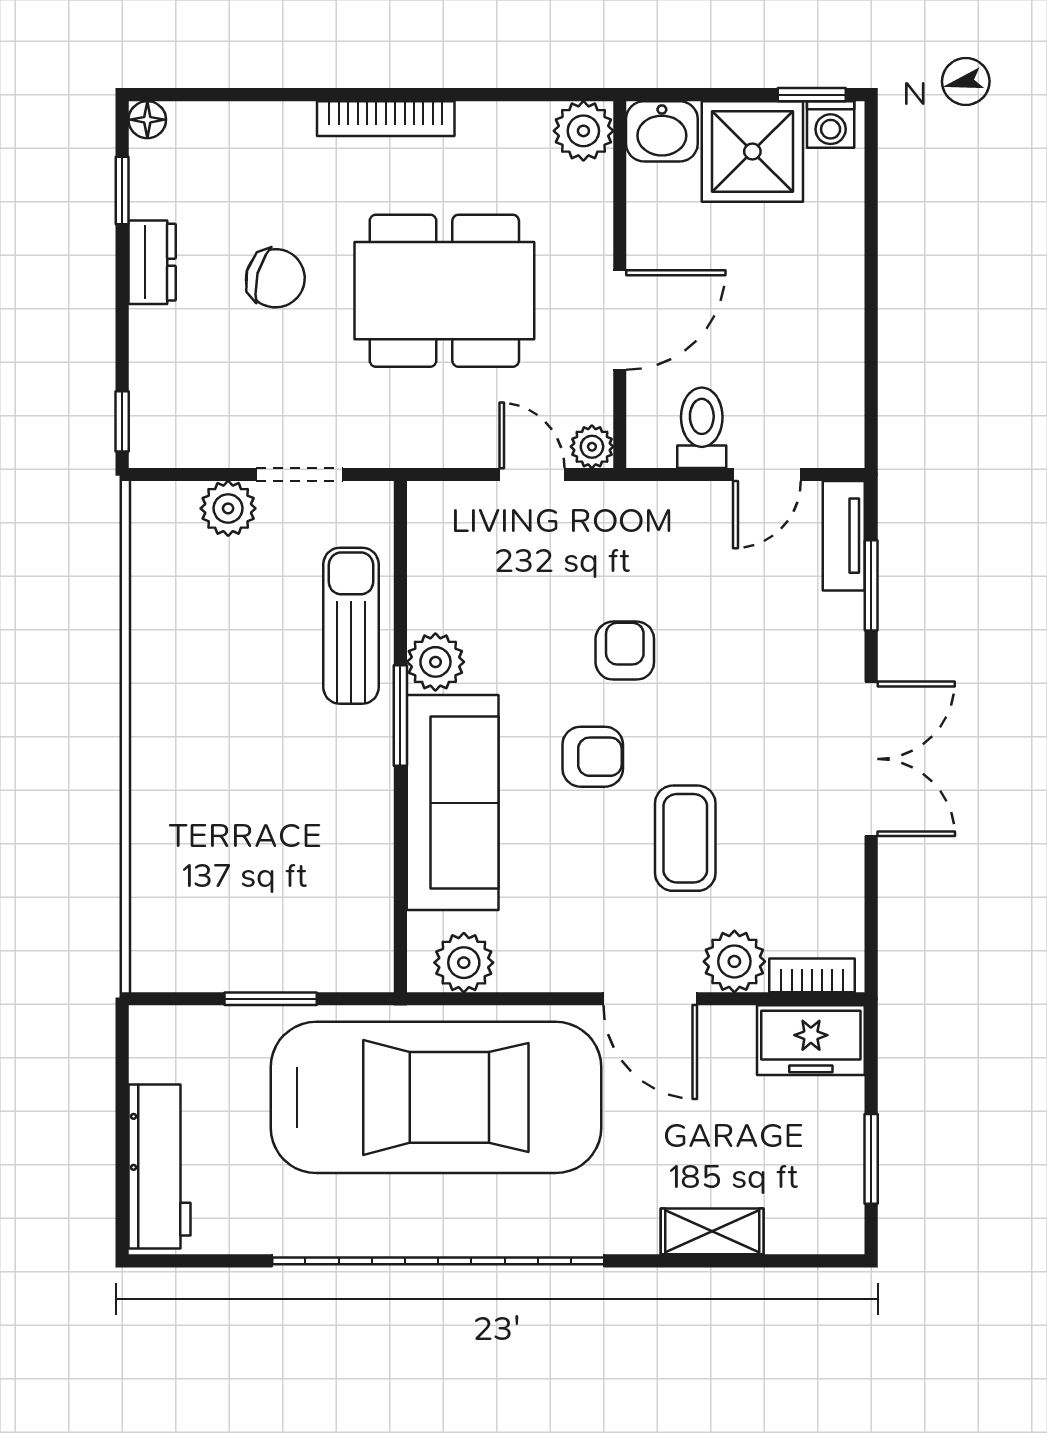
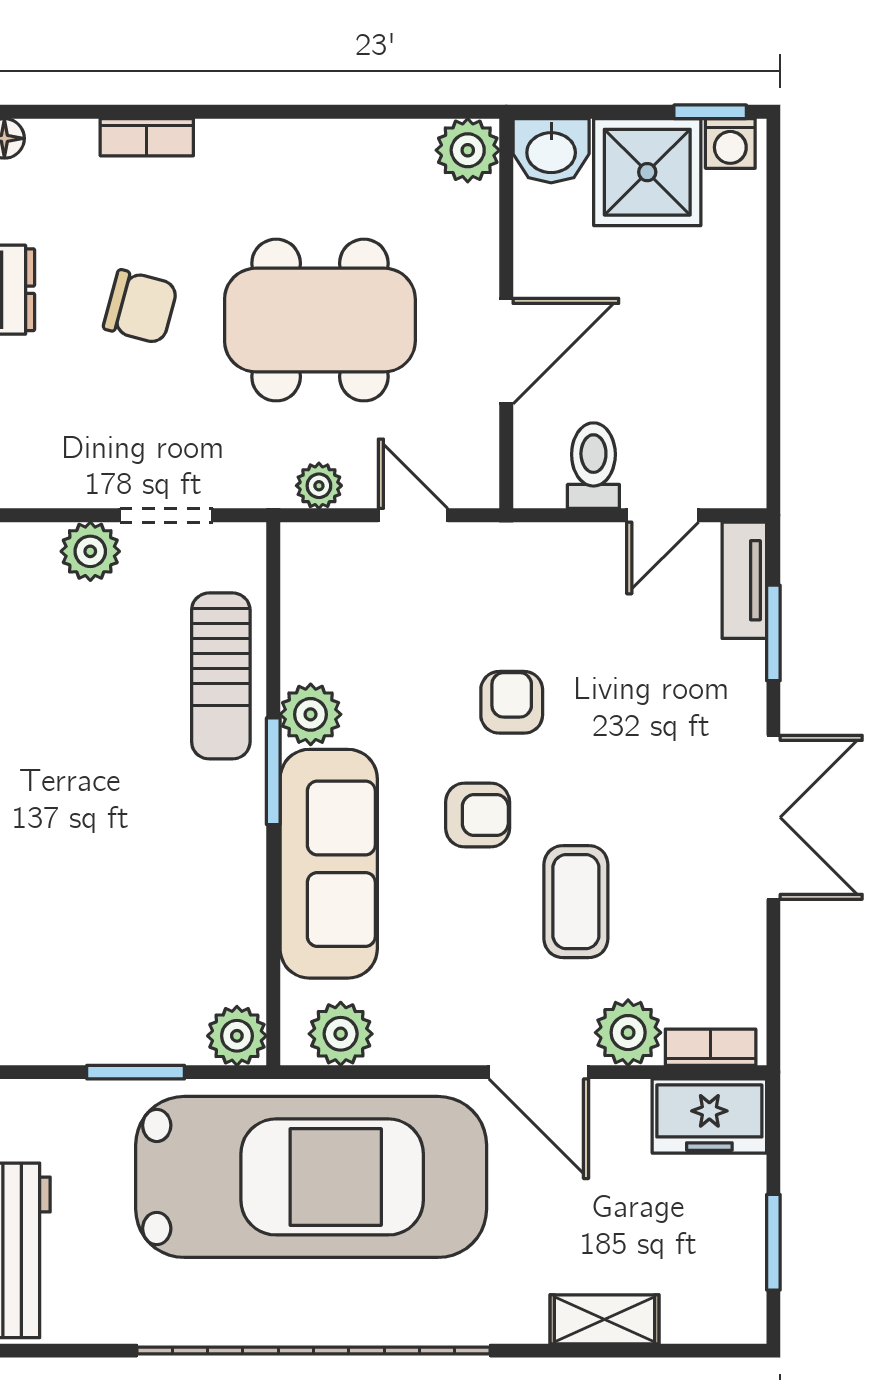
bookcase: (386, 119) -> (147, 137), moved, width x0.64
plant: (592, 447) -> (319, 486), moved
sun lounger: (351, 626) -> (221, 676), turned 180
plant: (366, 965) -> (237, 1036), added

